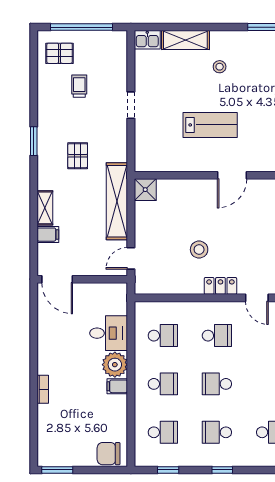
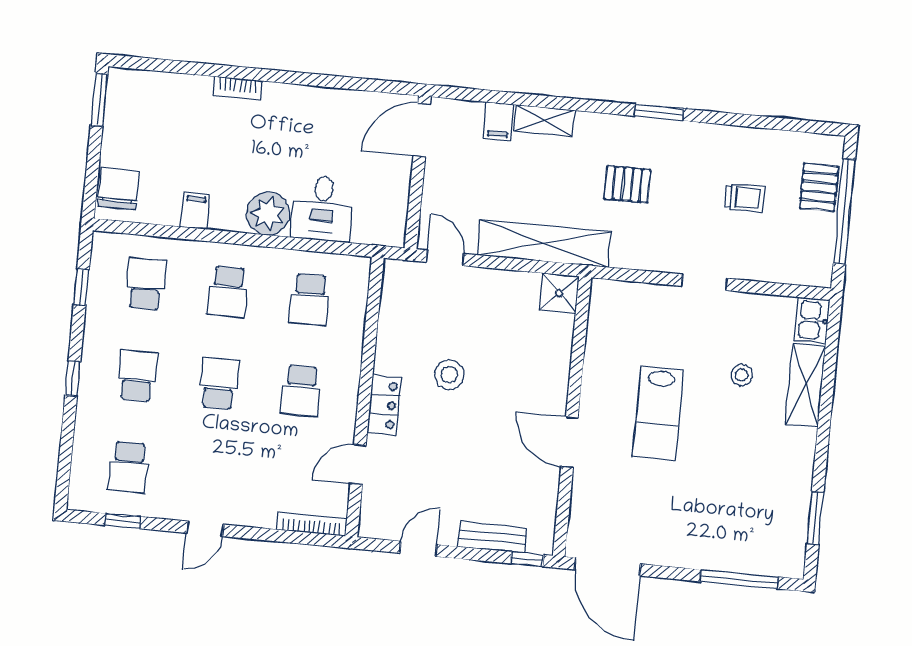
pallet: (60, 53) -> (819, 187), moved
stool: (220, 67) -> (742, 375), moved
filing cabinet: (117, 386) -> (195, 211), moved
school desk: (163, 432) -> (146, 284), turned 180

